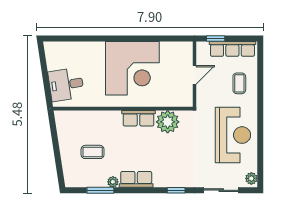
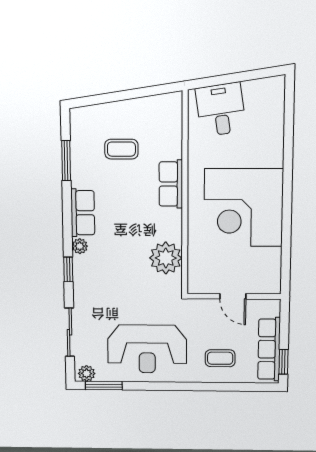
window: (216, 39) -> (284, 362), moved
row of seats: (139, 118) -> (171, 184), moved
coffee table: (93, 152) -> (121, 149), turned 90
window: (260, 166) -> (104, 386), added
plant: (113, 182) -> (80, 246), moved

